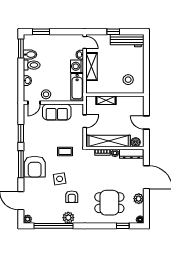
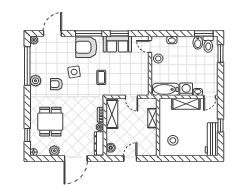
toilet: (32, 65) -> (208, 44), moved
sofa: (57, 112) -> (117, 44), moved, turned -90
shelving: (109, 141) -> (112, 114), width x0.68

